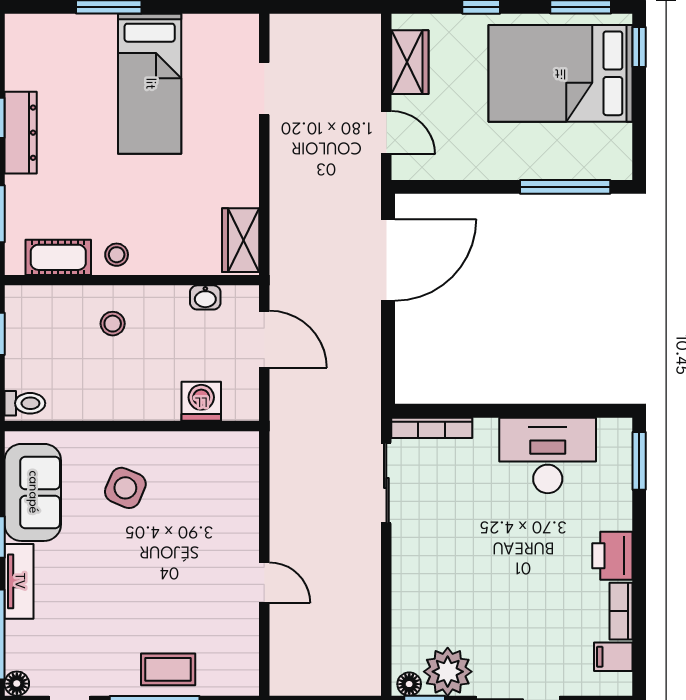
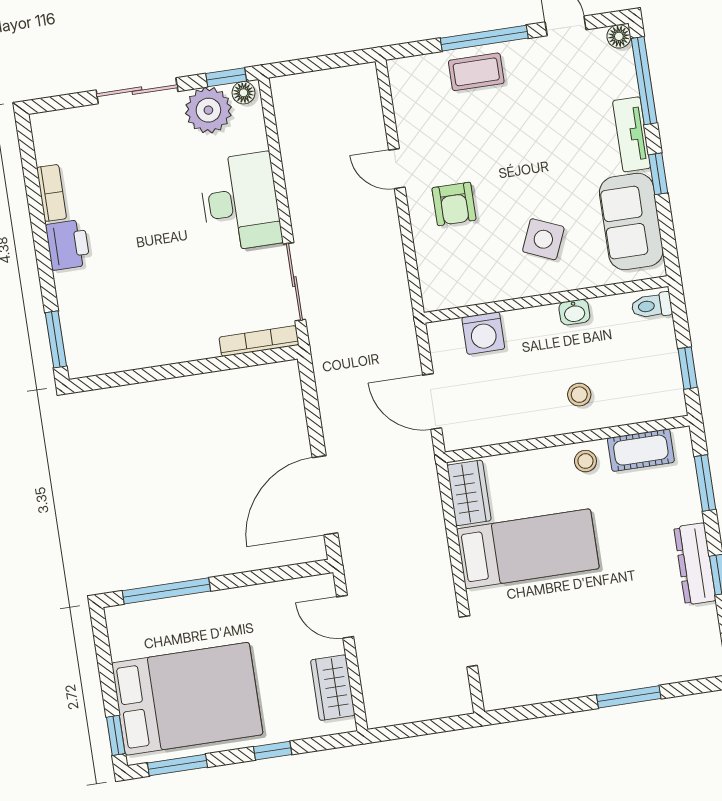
bed: (150, 84) -> (528, 549), moved, turned 90
washbasin: (205, 297) -> (574, 312), moved, turned 180
desk: (548, 455) -> (240, 202), moved, turned -90
armchair: (211, 538) -> (454, 204), added
filing cabinet: (613, 657) -> (52, 148), removed

